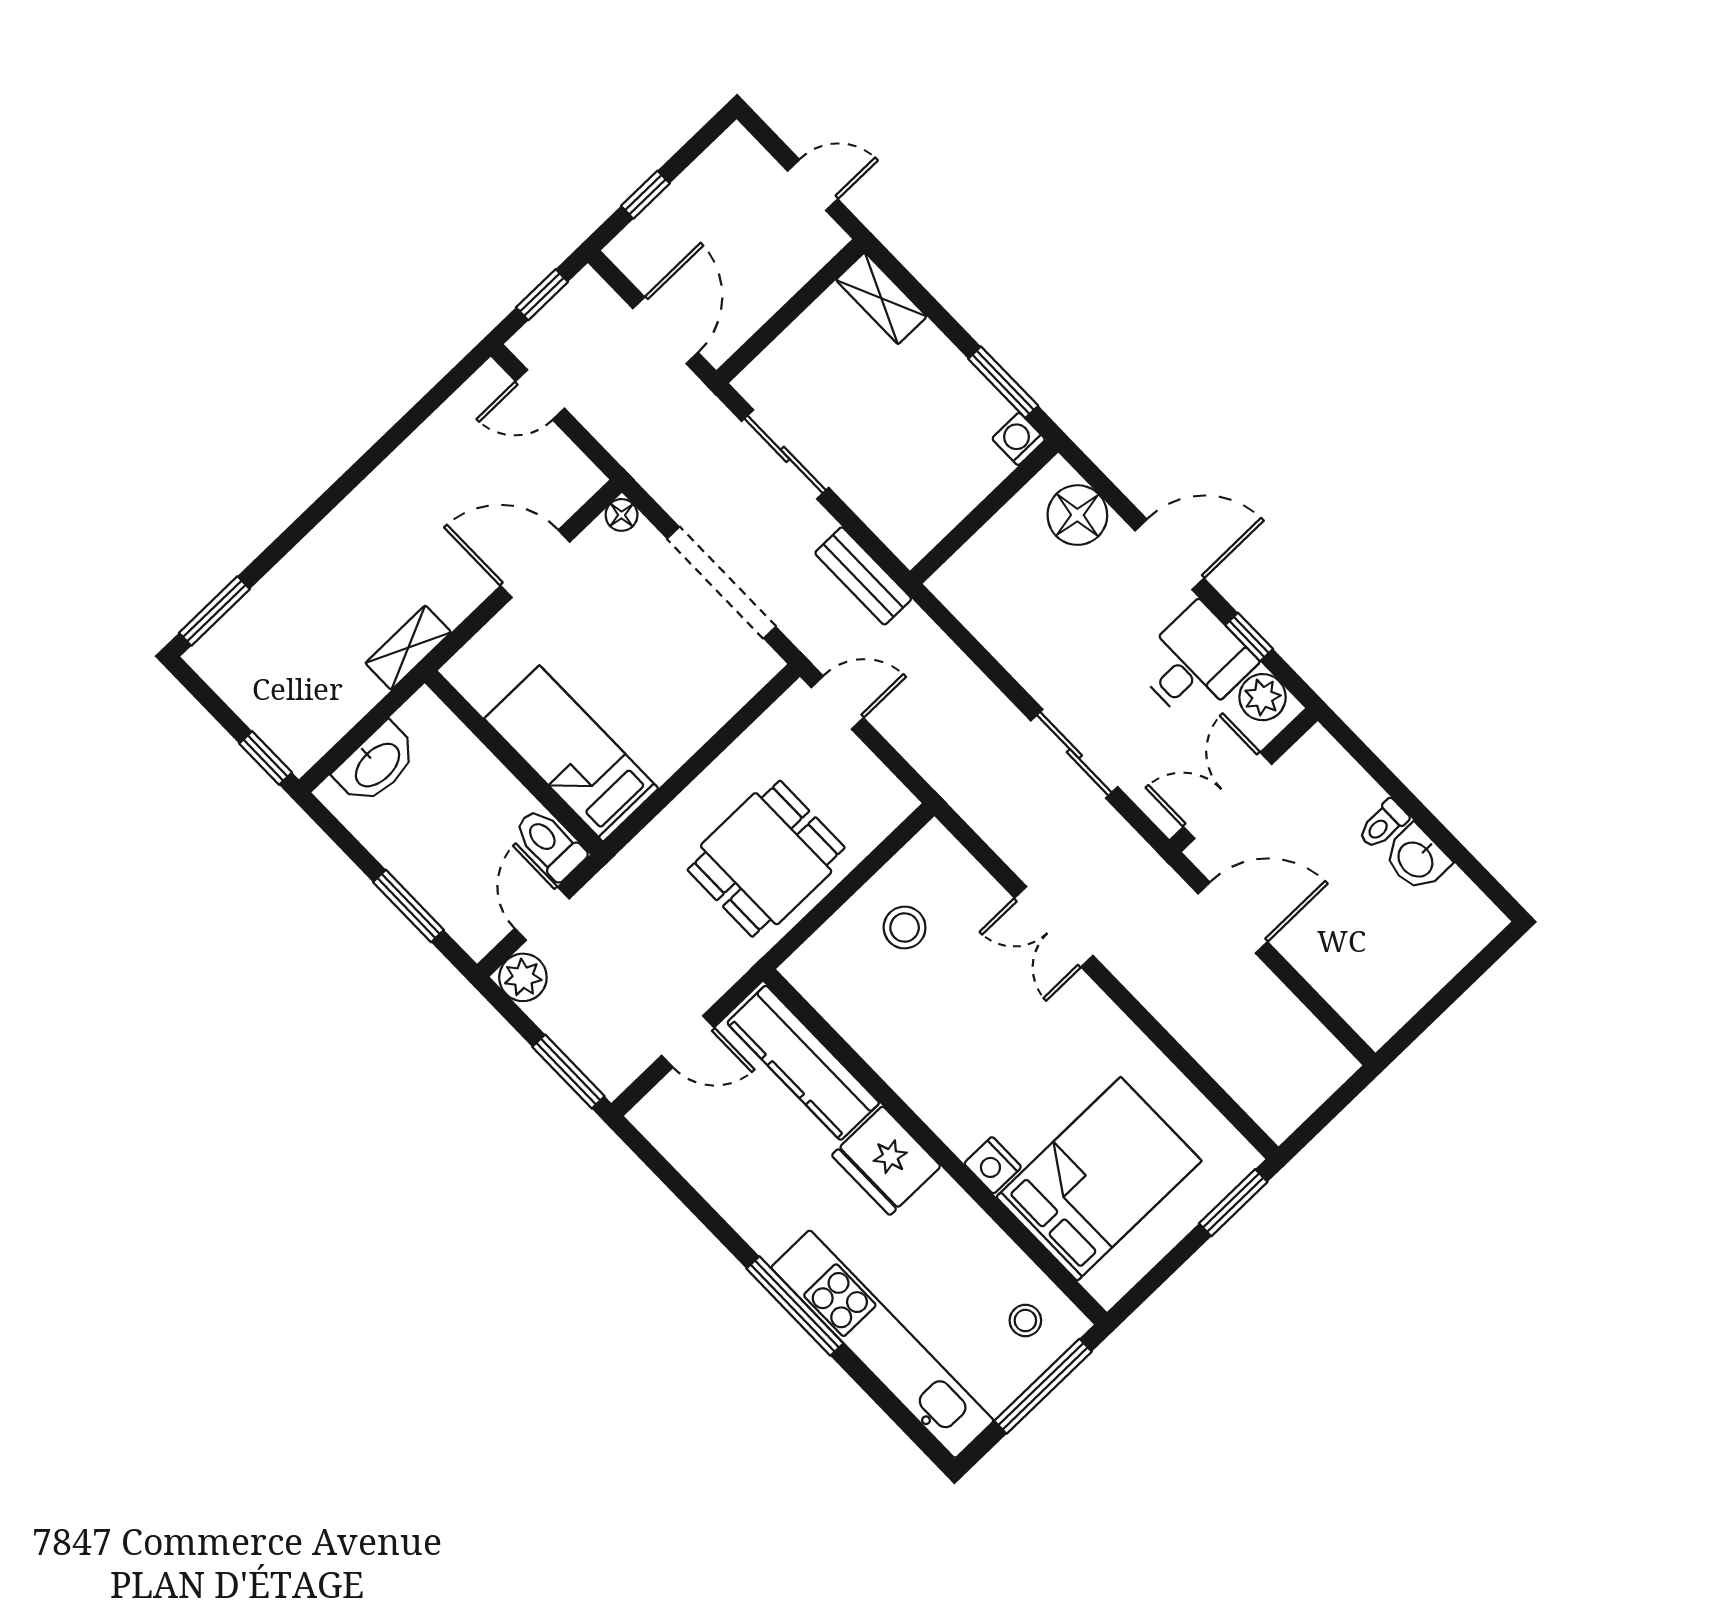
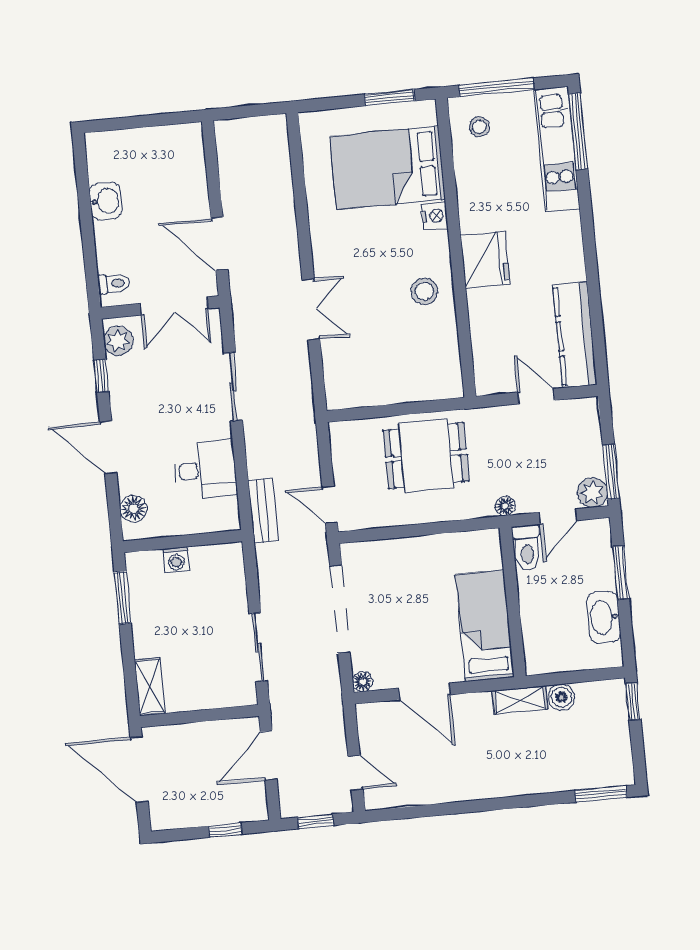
door: (813, 185) -> (139, 769), width x1.87
washing machine: (1019, 439) -> (176, 560), moved
floor lamp: (1077, 515) -> (133, 509), width x0.73, depth x0.73
bench: (863, 576) -> (263, 510), moved
desk: (1195, 663) -> (205, 470), moved, turned 180
boiler: (359, 692) -> (561, 697), added
bed: (571, 754) -> (485, 626), moved, turned 180
washbasin: (376, 764) -> (604, 617), moved, turned -90
toilet: (1383, 824) -> (114, 284), moved
floor lamp: (618, 874) -> (505, 506), added
stool: (905, 928) -> (424, 291), moved
kitchen counter: (803, 1063) -> (575, 335), moved, turned 180
window: (568, 1072) -> (611, 472), moved
window: (1233, 1203) -> (389, 98), moved
window: (795, 1306) -> (578, 131), moved
kitchen unit: (882, 1344) -> (557, 149), width x0.73

